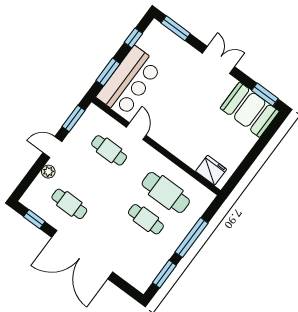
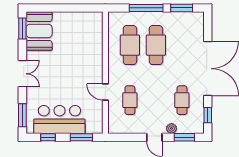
double door: (218, 60) -> (22, 74), swing flipped
bar counter: (129, 82) -> (59, 119), moved
window: (74, 119) -> (184, 137), moved
door: (136, 131) -> (105, 92), hinge flipped
fridge: (211, 170) -> (95, 27), removed
cafe table: (146, 219) -> (156, 45), width x1.37, depth x1.35

